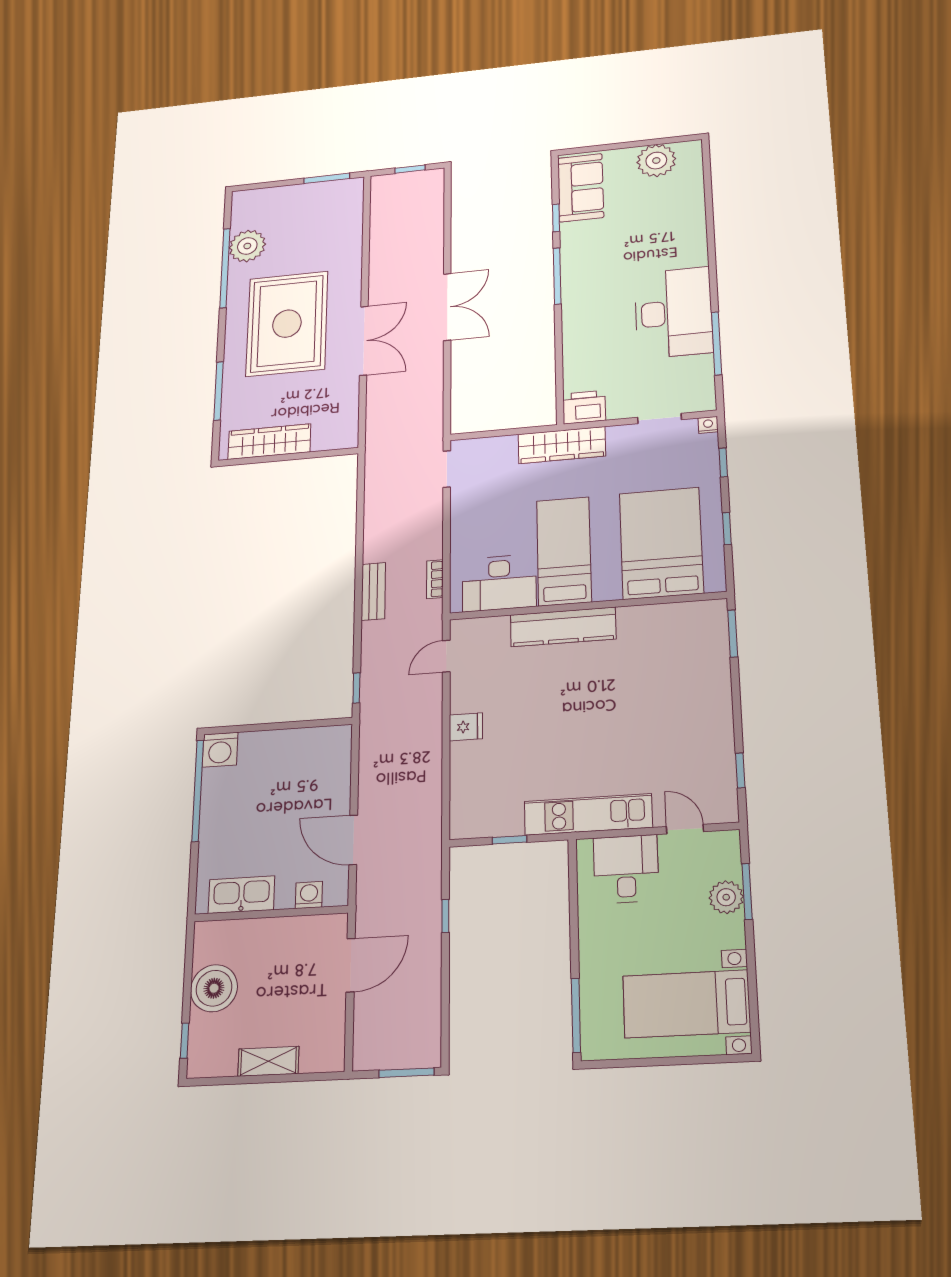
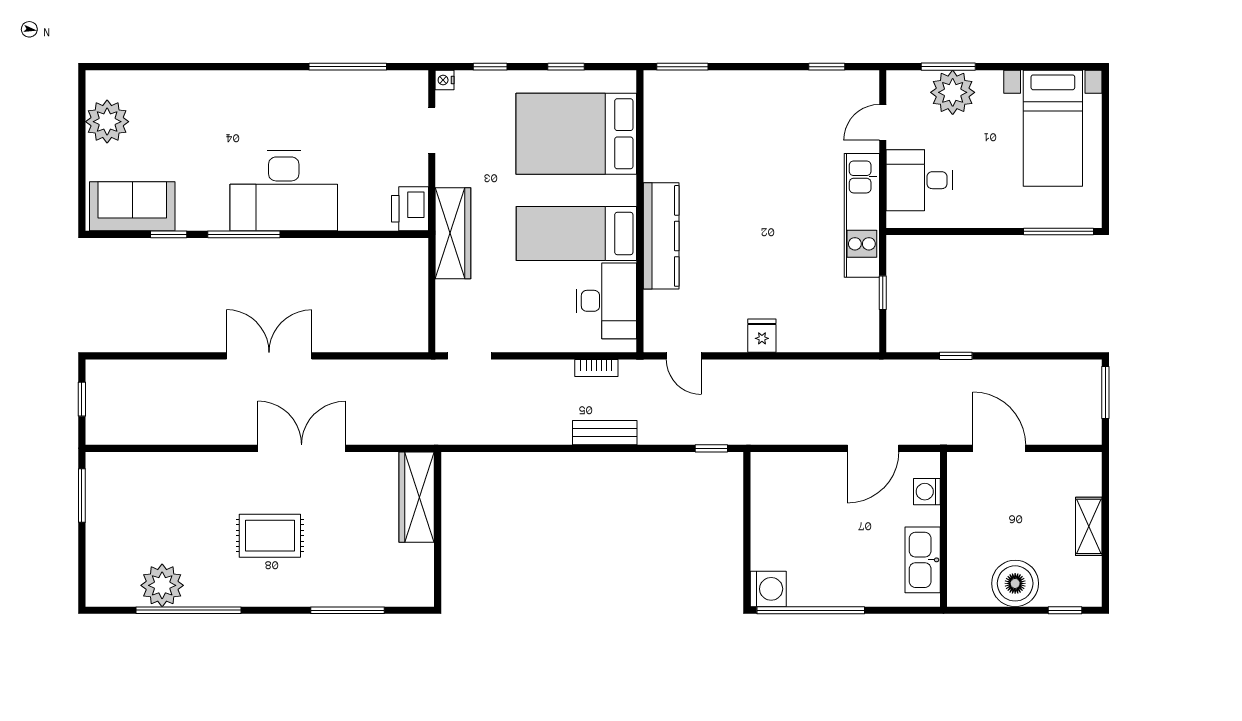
desk: (674, 313) -> (284, 191), moved, turned 180
rug: (287, 324) -> (270, 536), width x0.54, depth x0.49
wardrobe: (269, 442) -> (417, 497), moved
plant: (726, 897) -> (953, 92), width x1.36, depth x1.36

